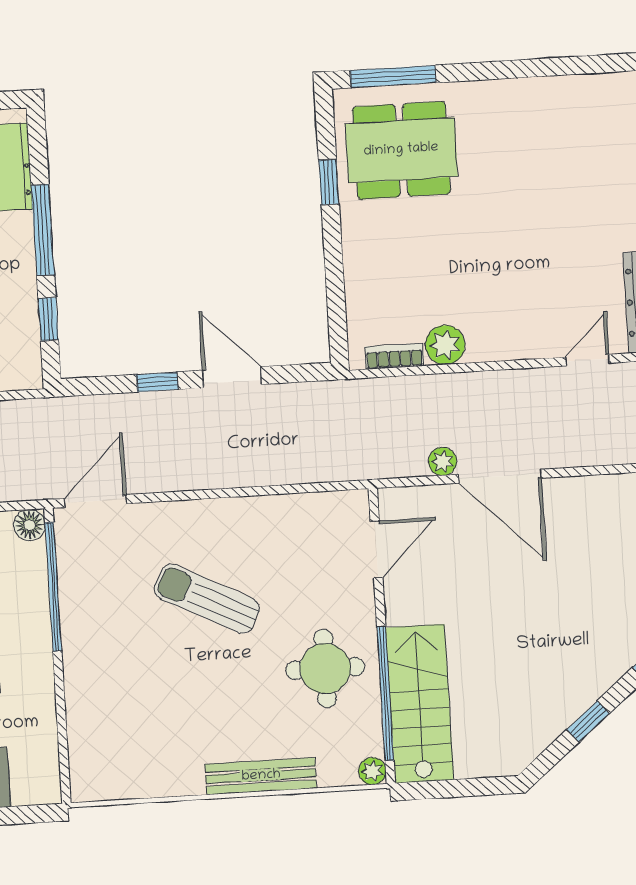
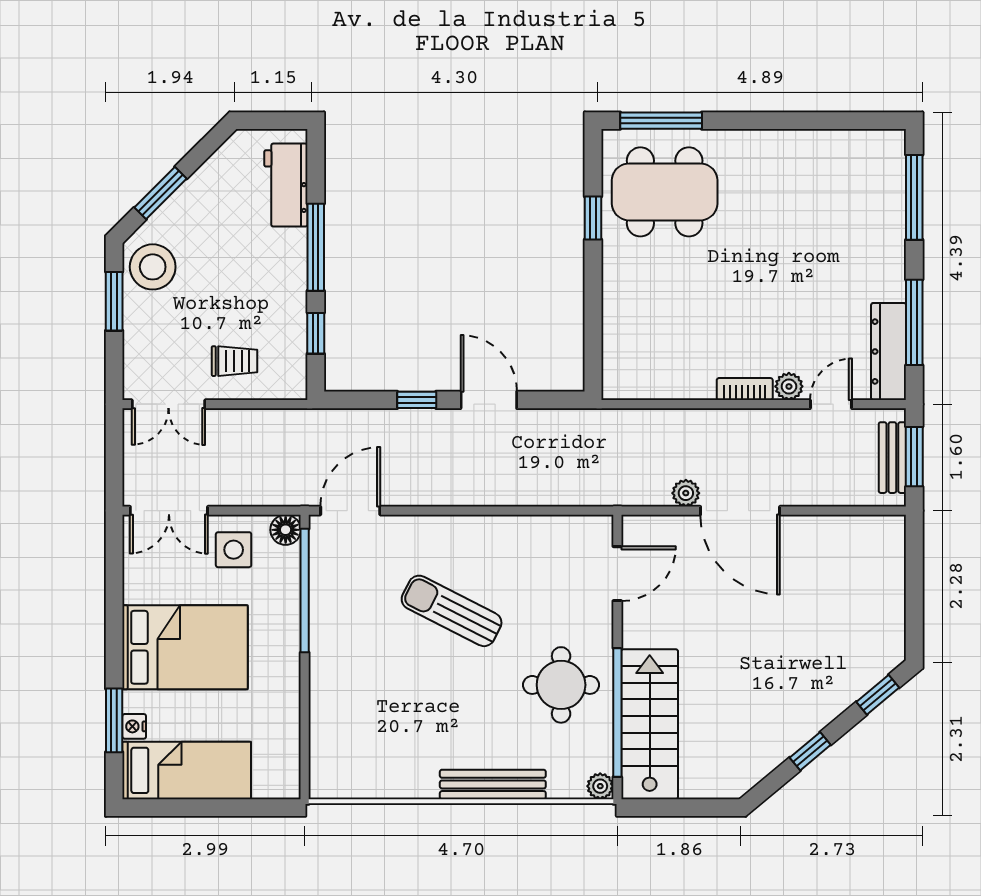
plant: (445, 345) -> (789, 386), moved, width x0.73, depth x0.73
bookcase: (394, 356) -> (745, 389), moved

